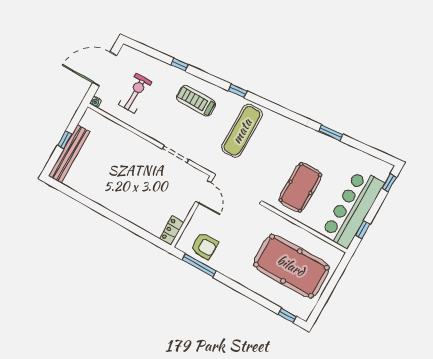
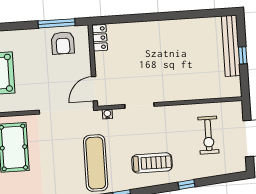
water cooler: (96, 102) -> (107, 114), moved
door: (203, 192) -> (94, 89), hinge flipped
armchair: (204, 246) -> (63, 43), turned -90

